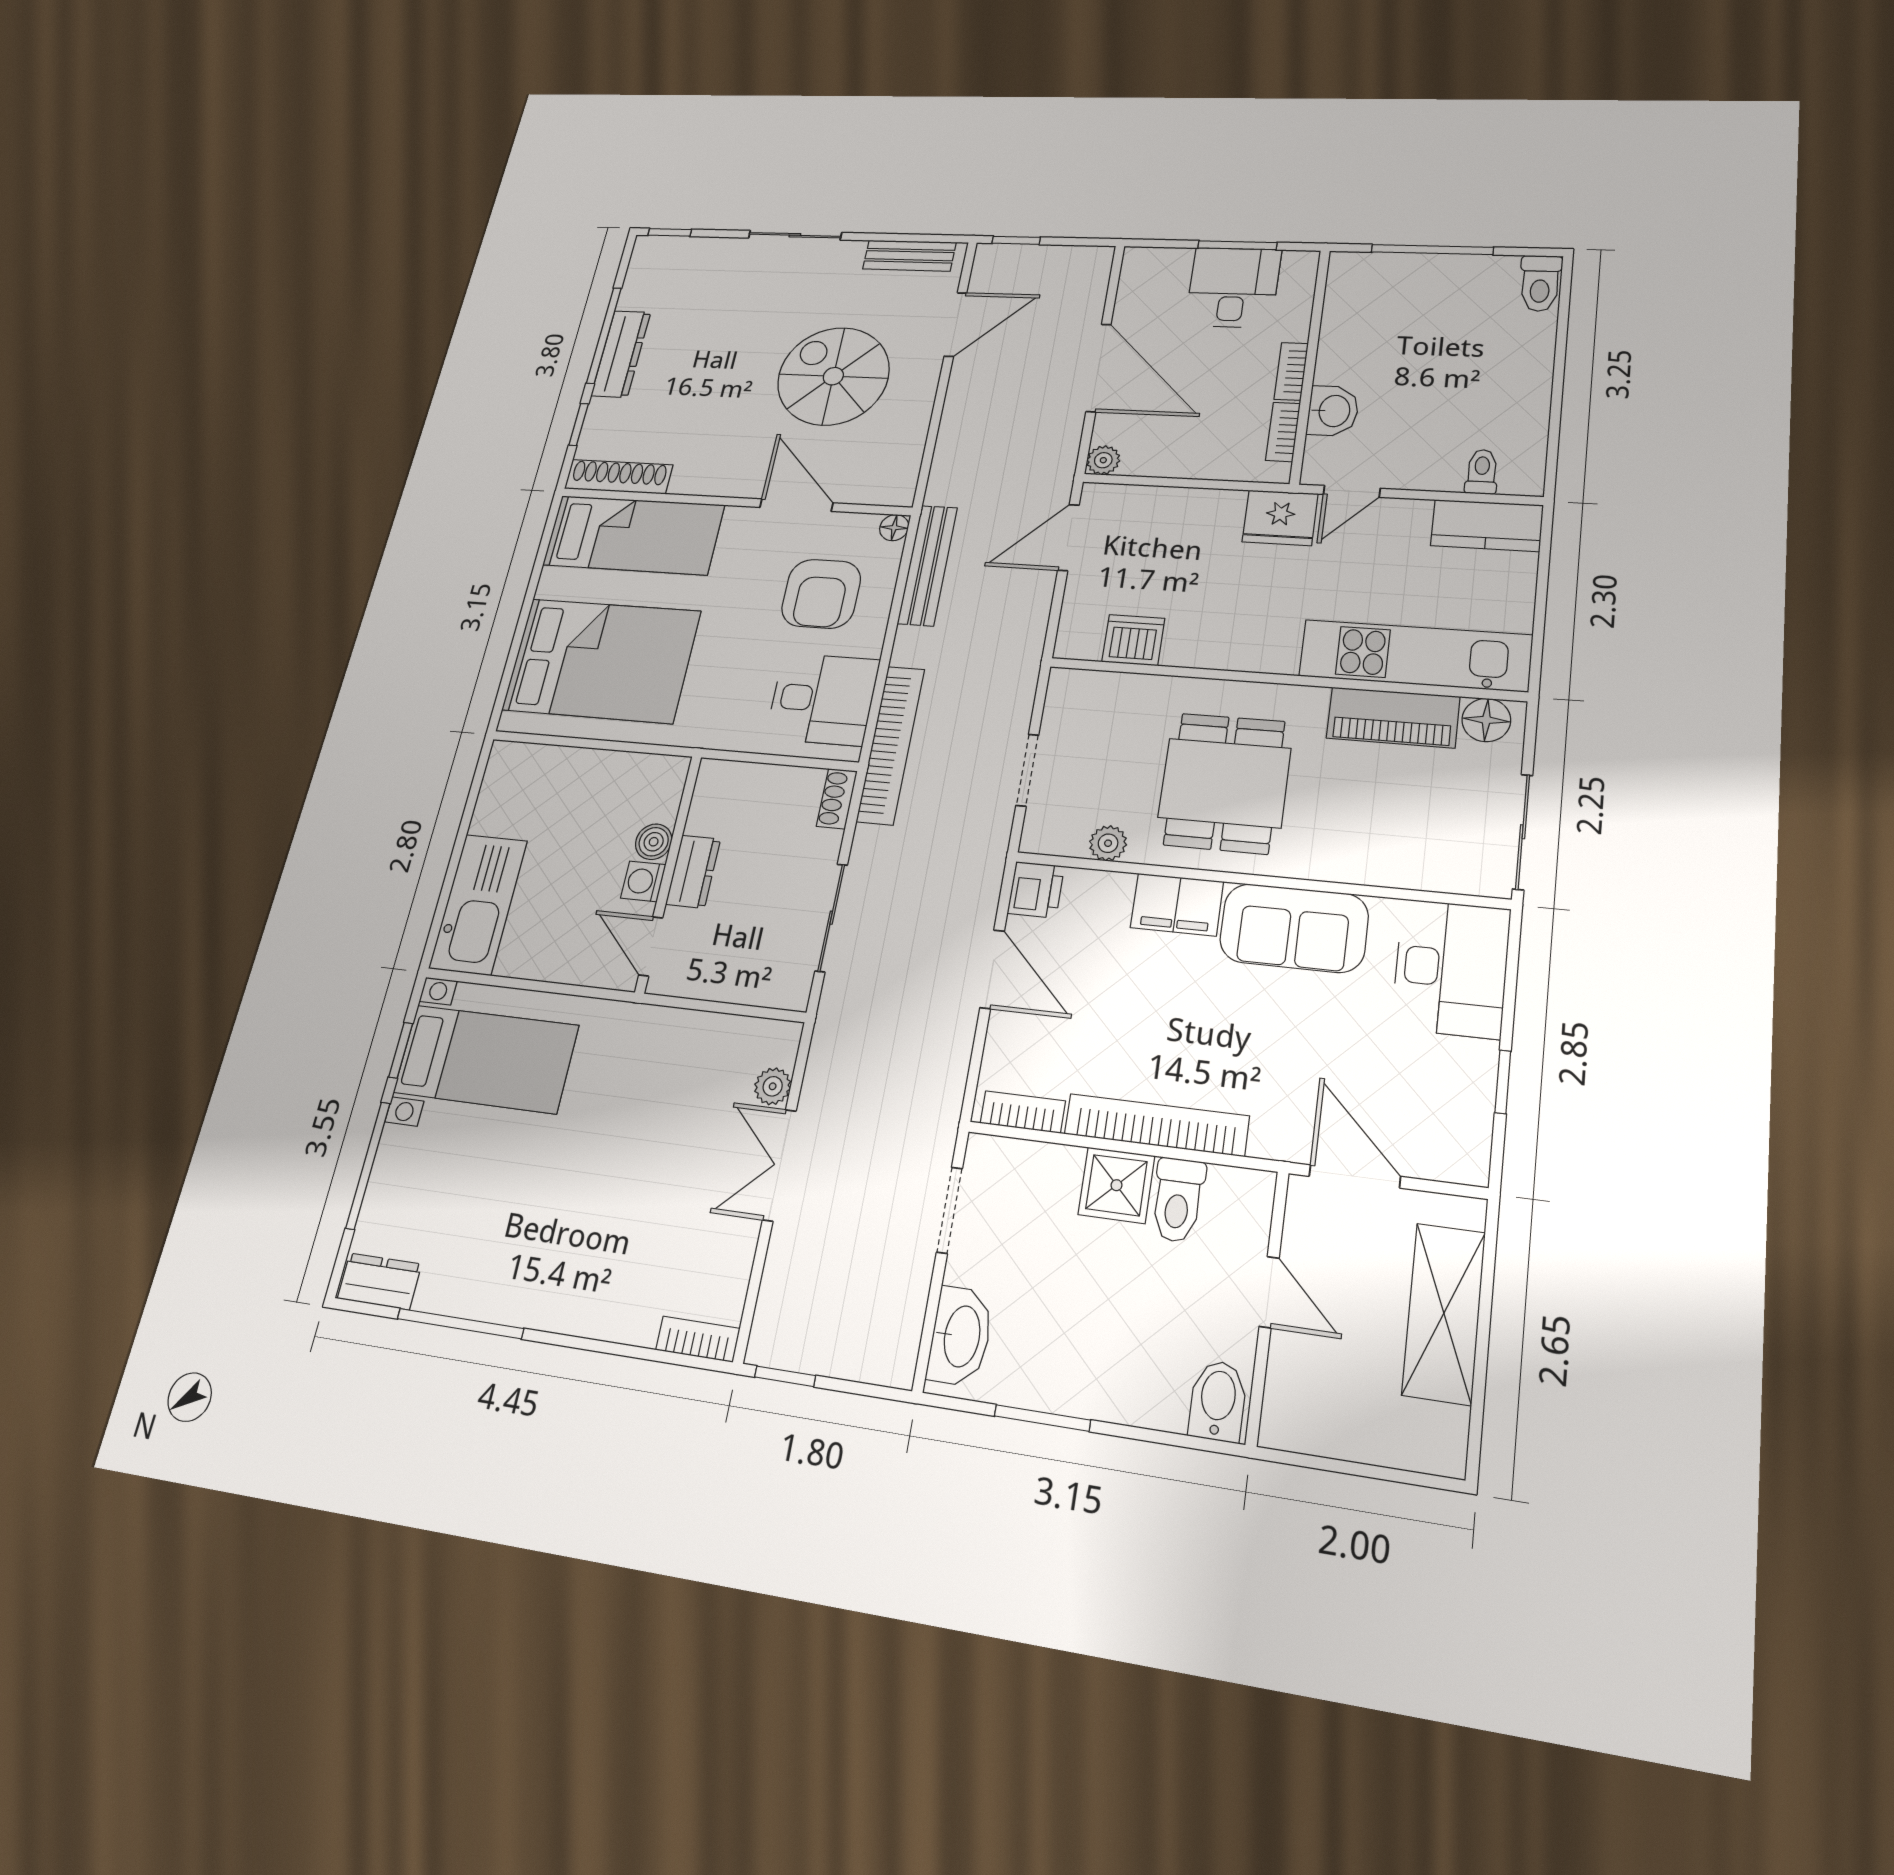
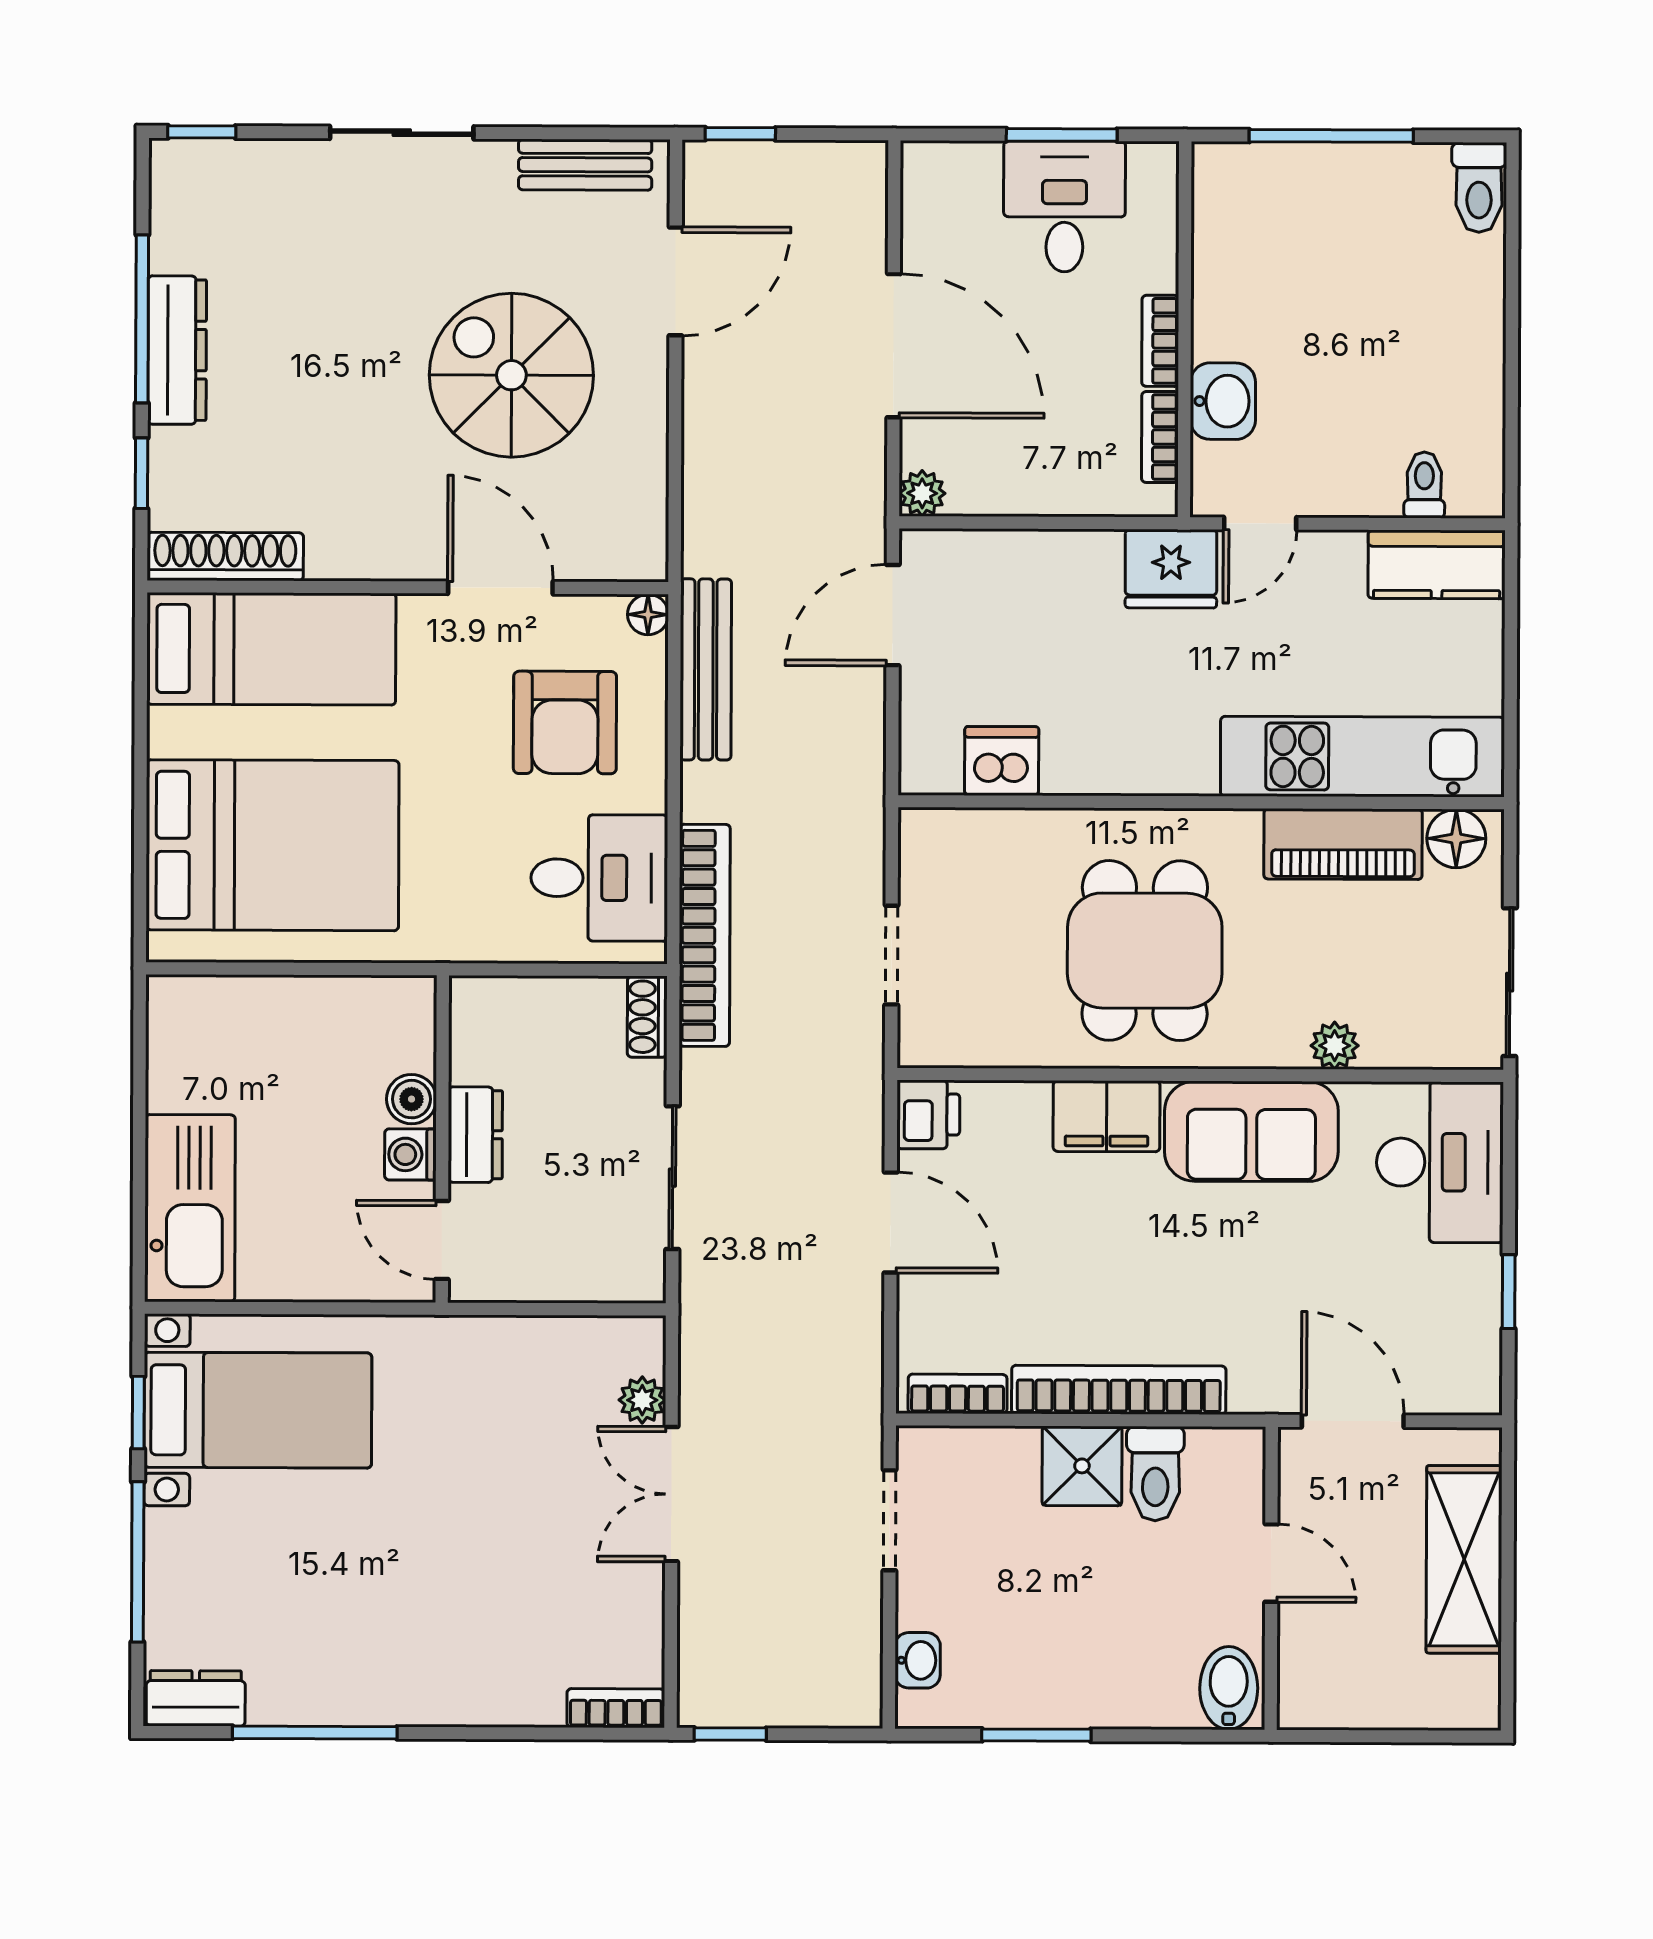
plant: (1108, 843) -> (1335, 1046), moved
washbasin: (960, 1336) -> (918, 1660), width x0.52, depth x0.69

